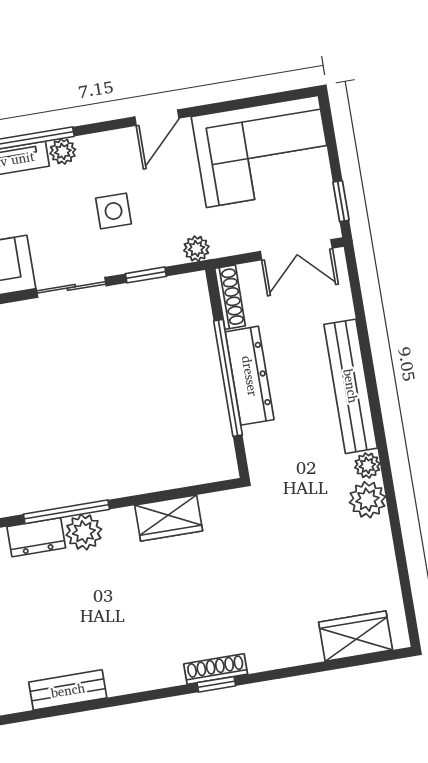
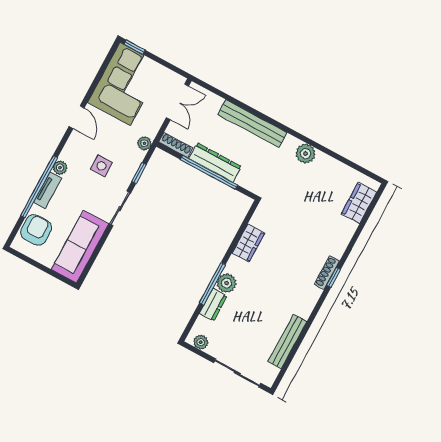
window: (341, 201) -> (135, 47), moved
plant: (367, 465) -> (291, 142), removed
bench: (68, 690) -> (287, 341), width x1.36

